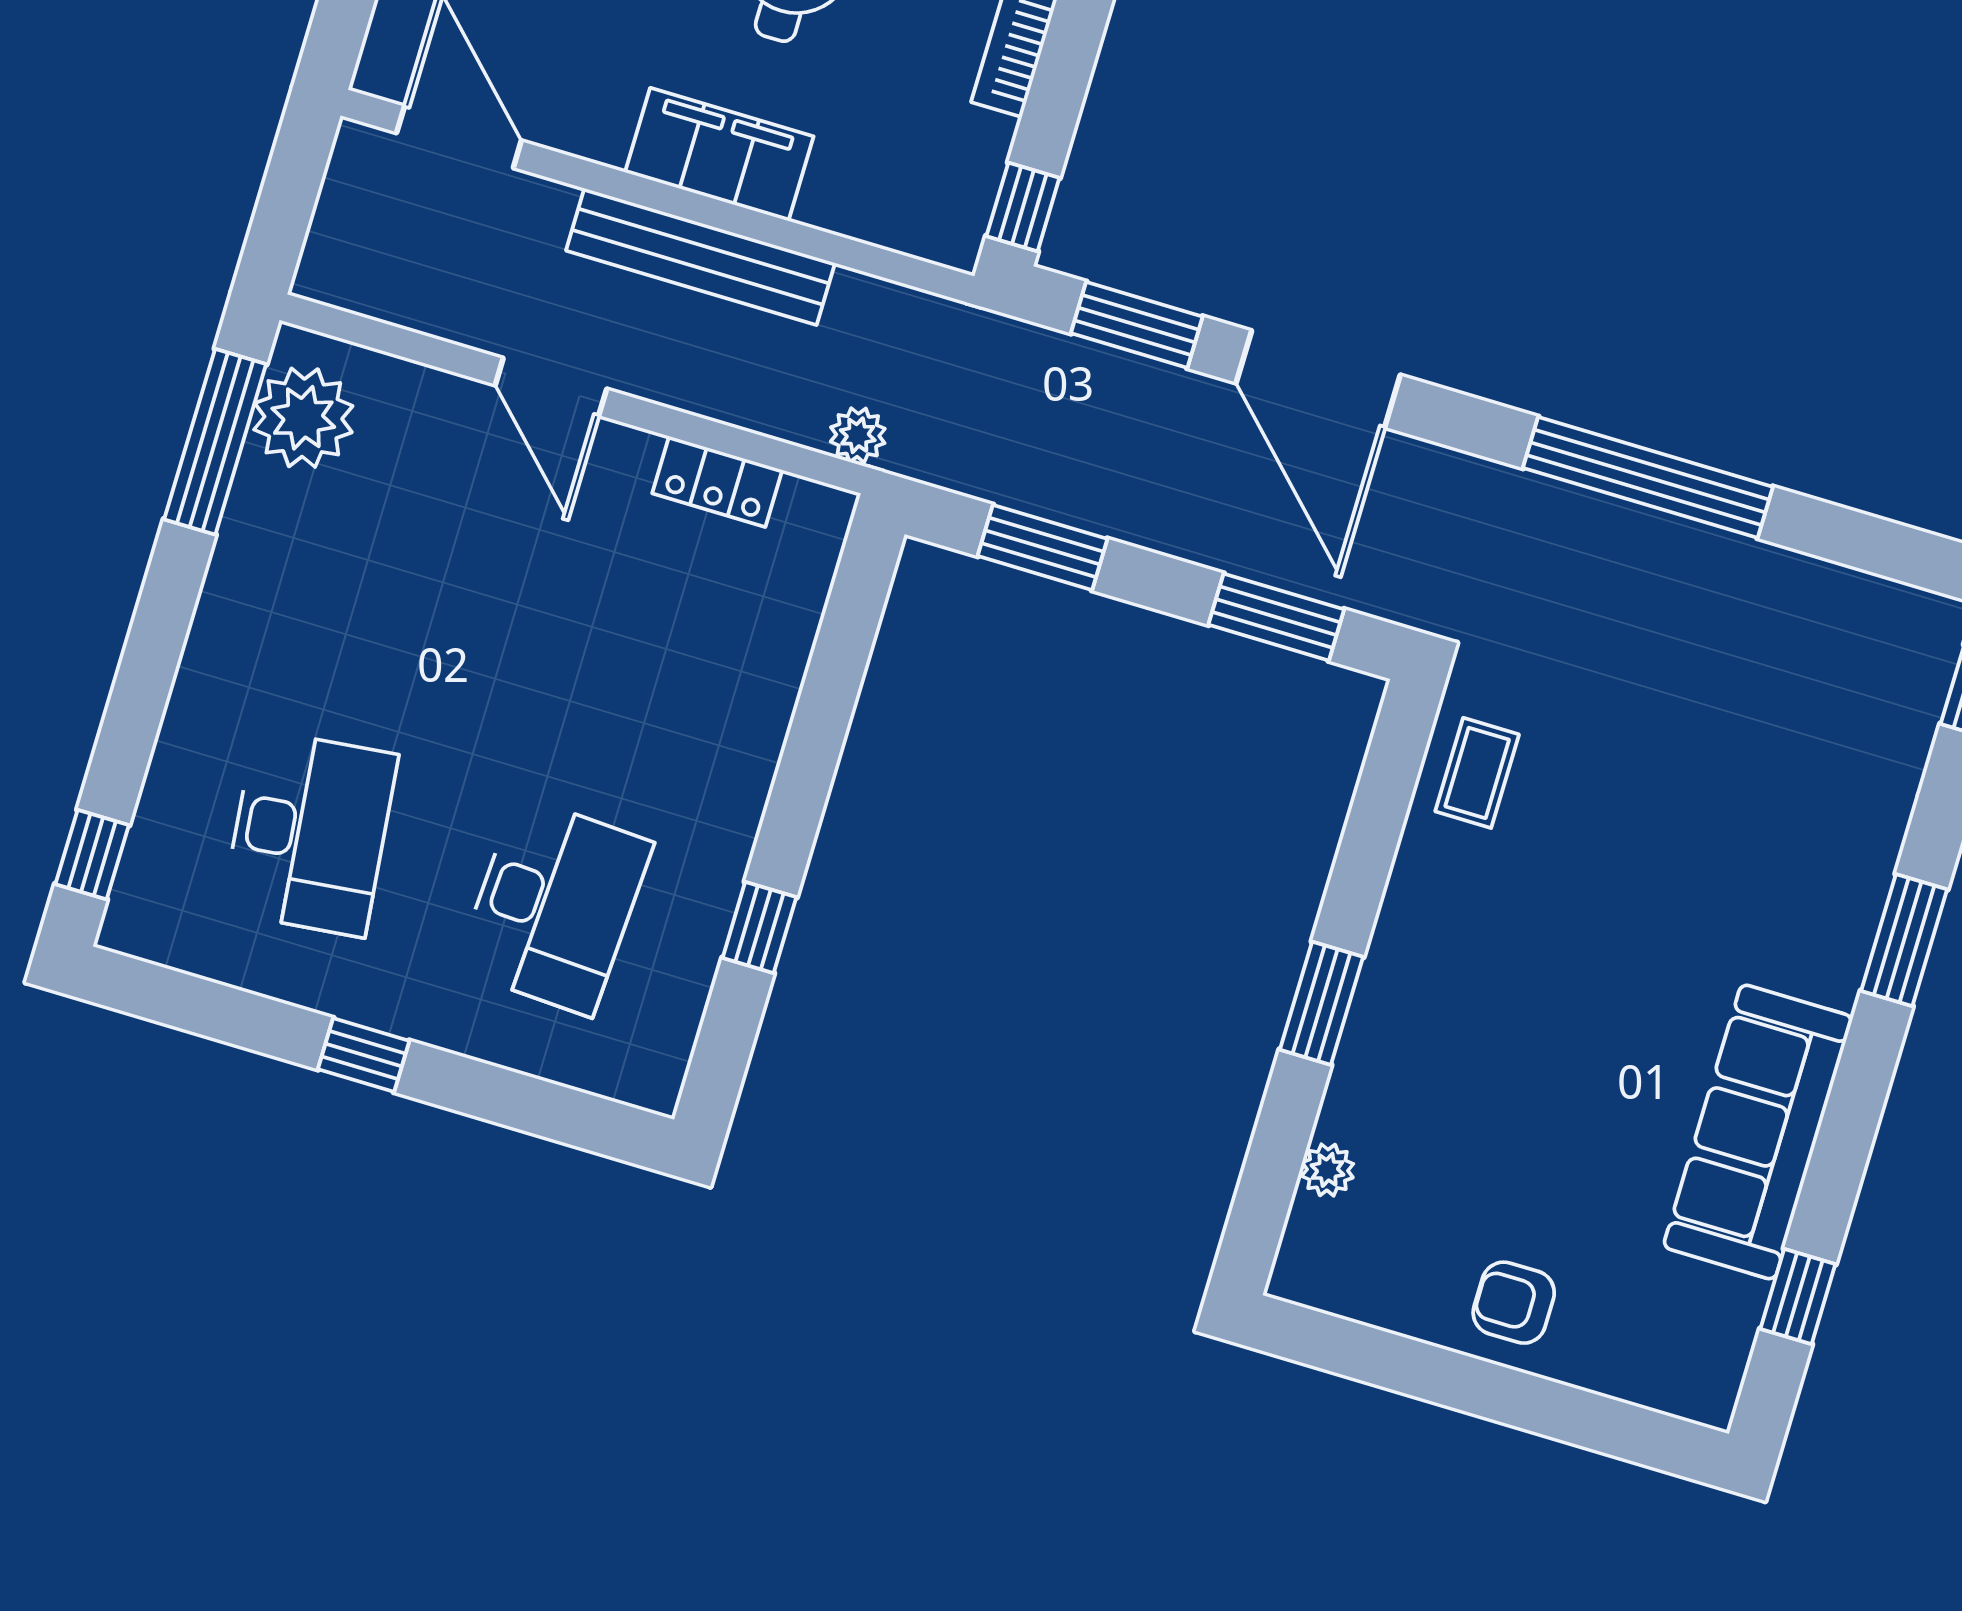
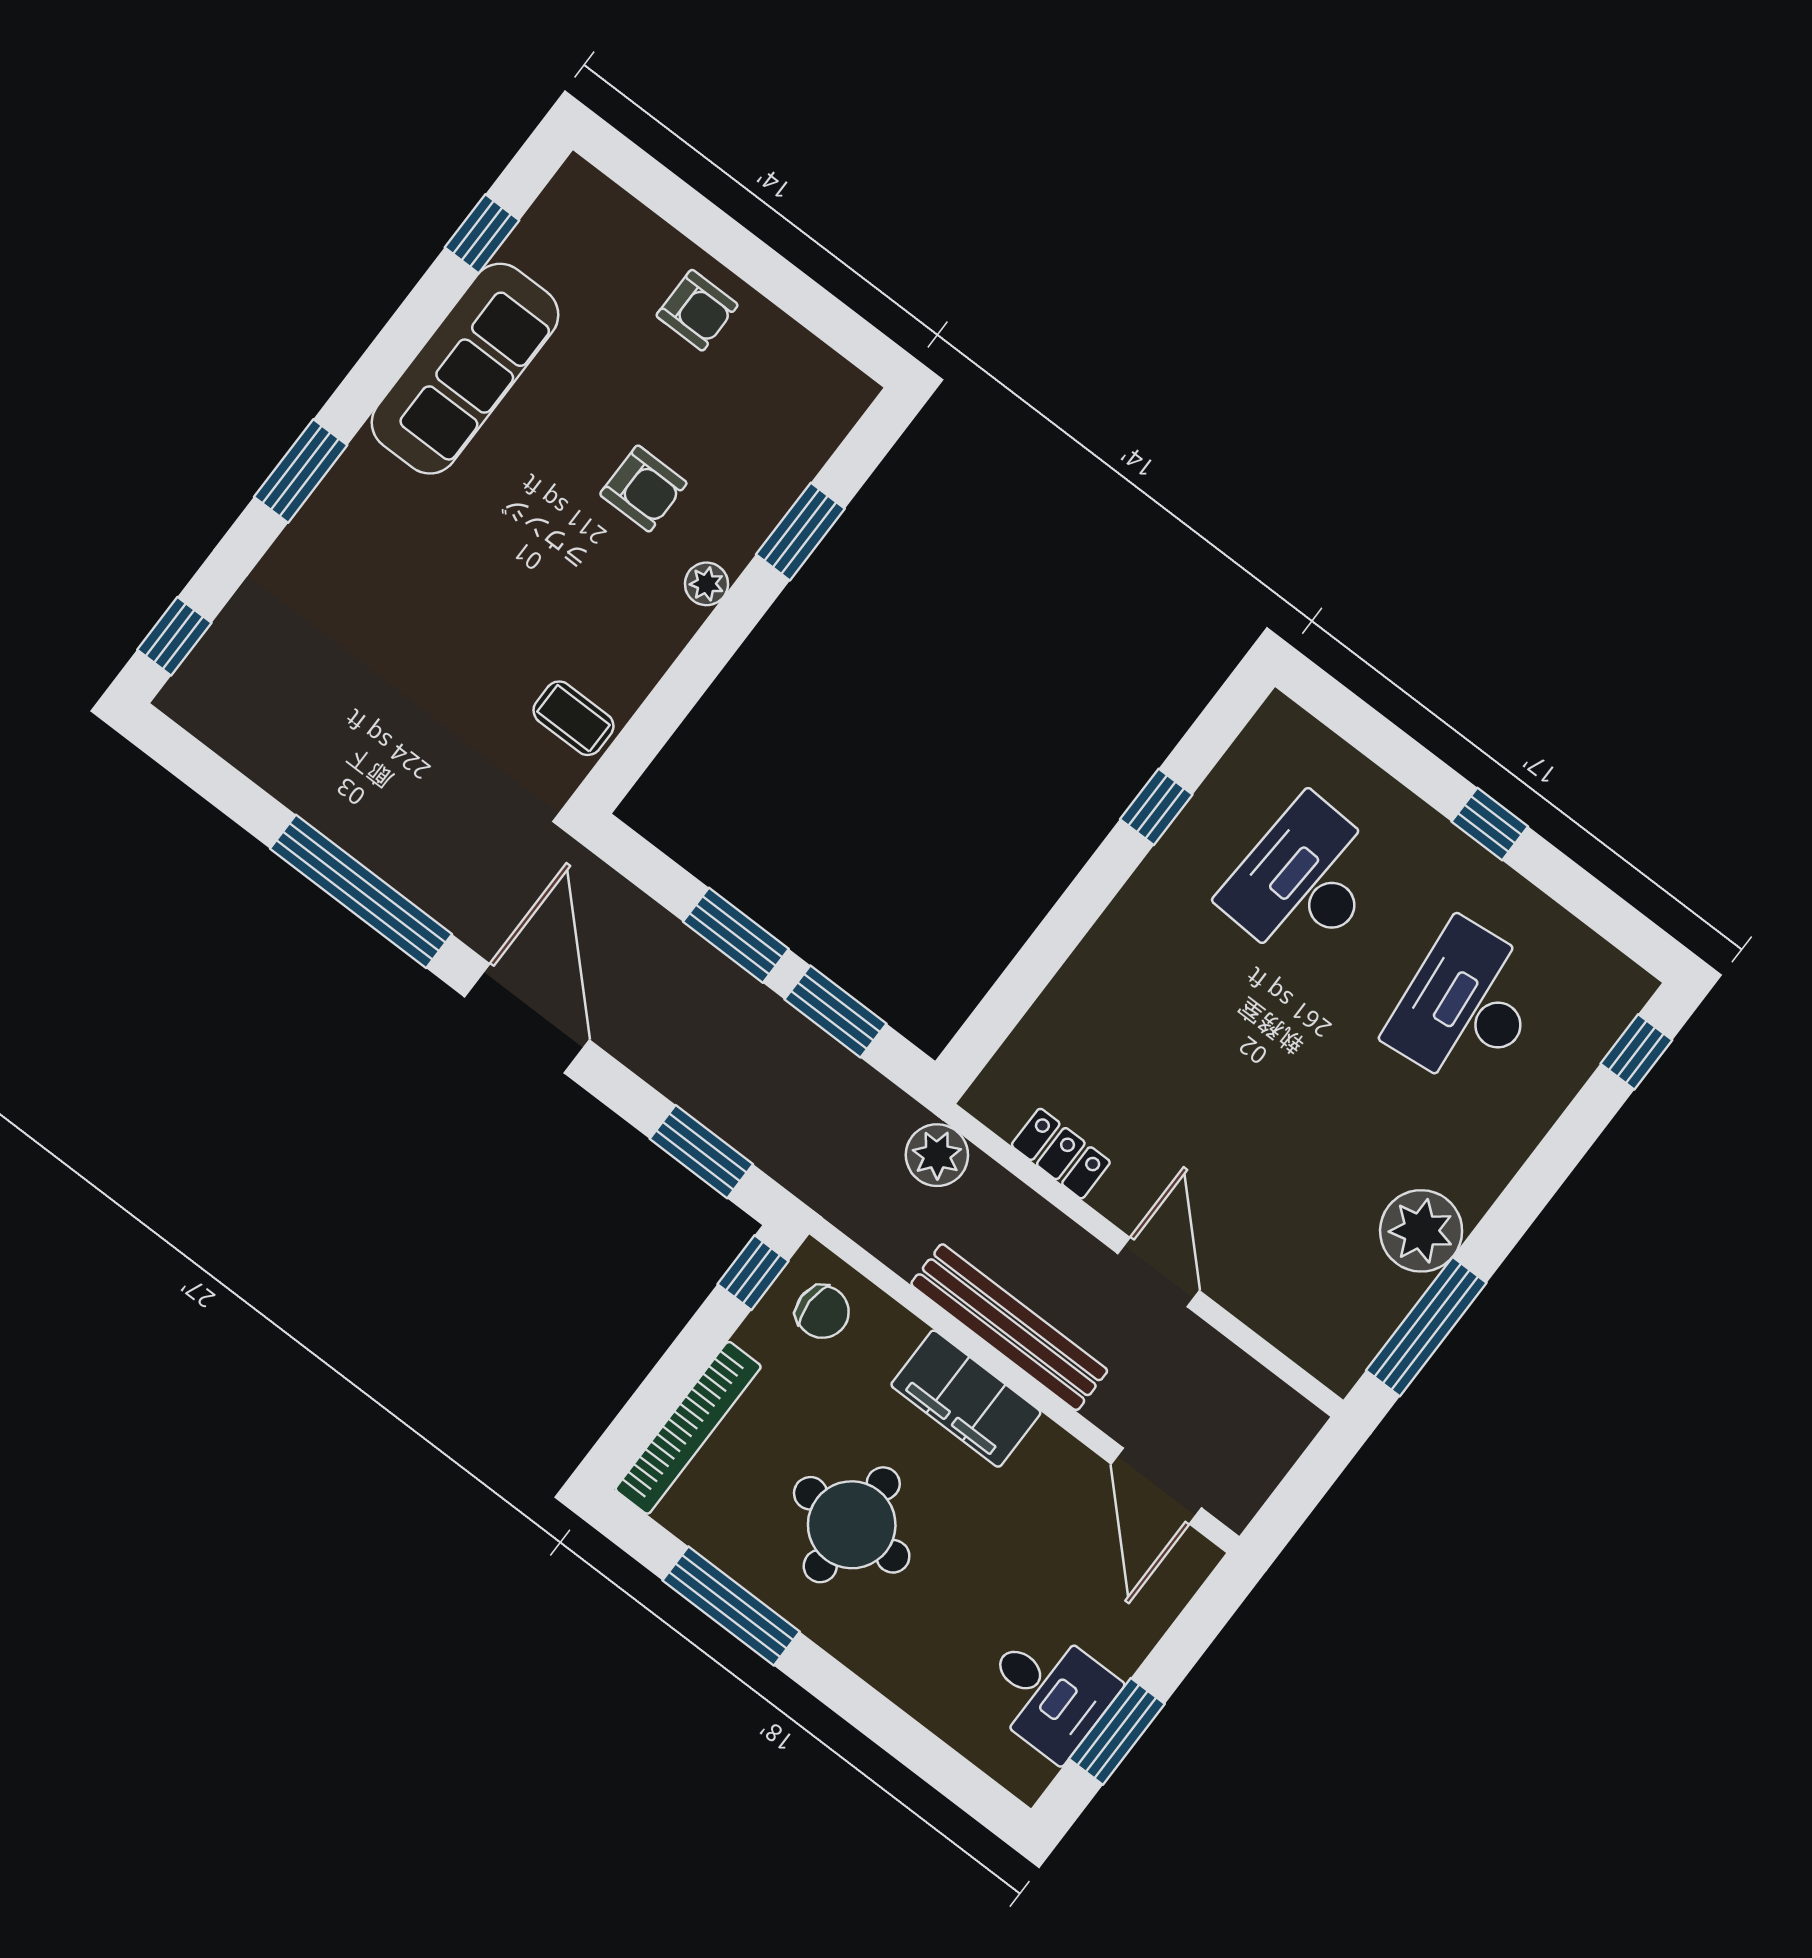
chair: (925, 192) -> (822, 1312), added
door: (1318, 379) -> (527, 1018), moved
plant: (303, 418) -> (1421, 1231), moved
plant: (858, 435) -> (937, 1155), width x1.38, depth x1.38
window: (1276, 617) -> (736, 935), moved
coffee table: (1477, 773) -> (573, 718), turned 90
window: (1322, 1003) -> (800, 532), moved
armchair: (1497, 1071) -> (643, 489), added
plant: (1327, 1170) -> (706, 584), moved

